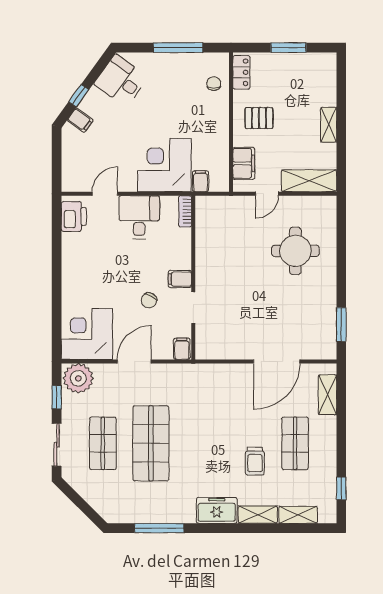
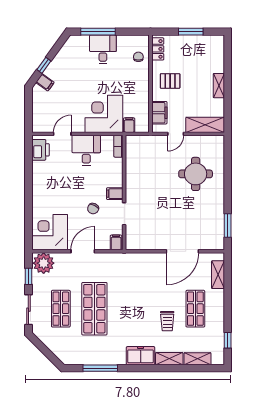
window: (178, 48) -> (98, 32), moved
desk: (121, 81) -> (103, 49), moved, turned 54

